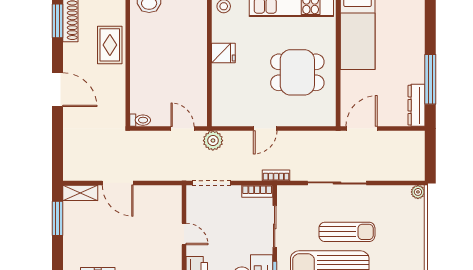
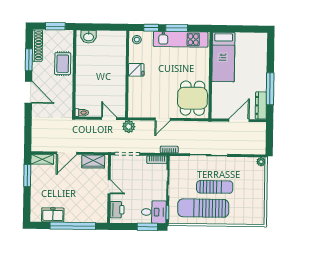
window: (57, 21) -> (29, 60), moved
dining table: (297, 72) -> (192, 98), moved, turned 90
door: (362, 129) -> (239, 120), moved
door: (118, 183) -> (67, 153), hinge flipped
wardrobe: (159, 195) -> (93, 161), added

